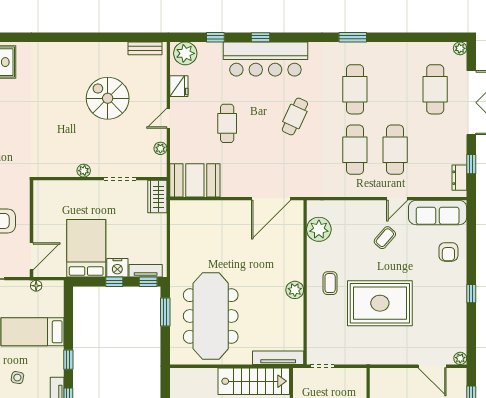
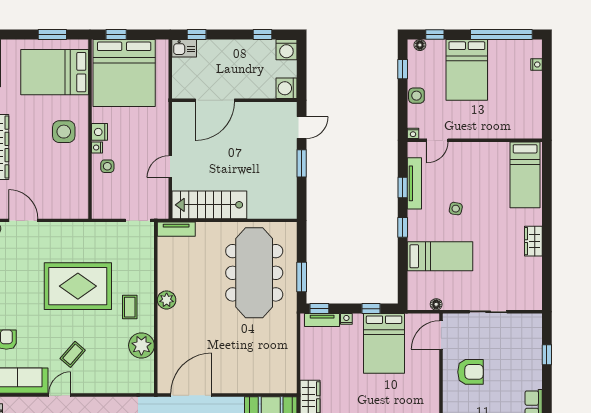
plant: (319, 229) -> (141, 345), moved
nightstand: (117, 268) -> (346, 319), width x0.53, depth x0.56
window: (114, 282) -> (371, 309), moved
tv unit: (278, 358) -> (176, 229), width x0.71

